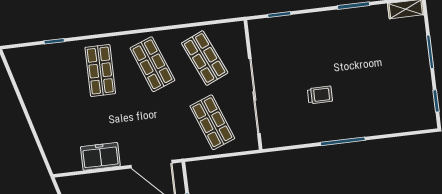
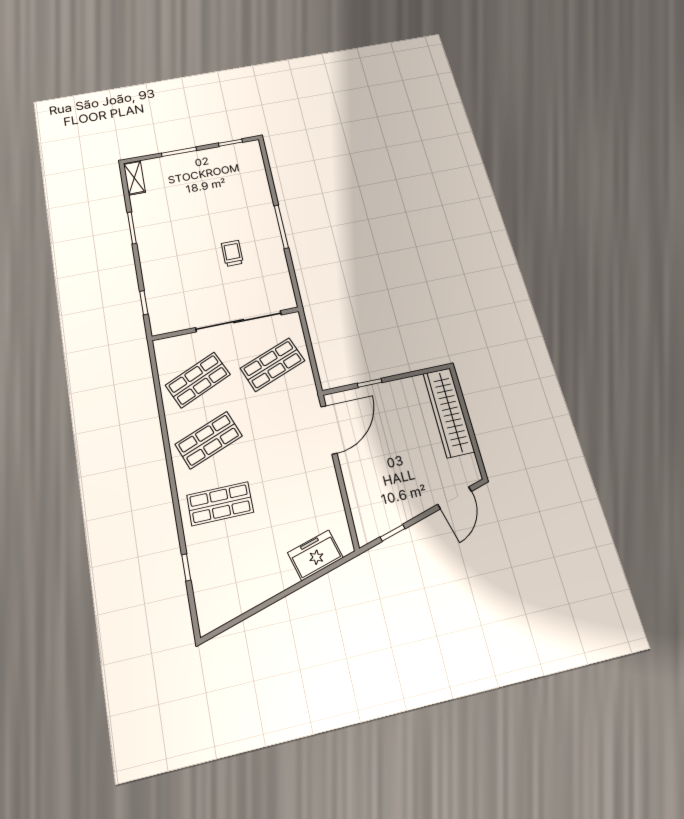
freezer: (100, 156) -> (315, 555), moved, turned 74

